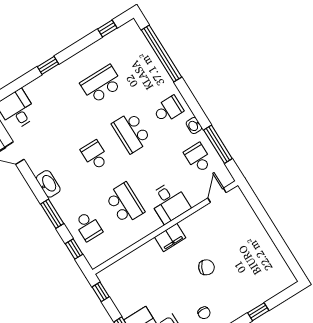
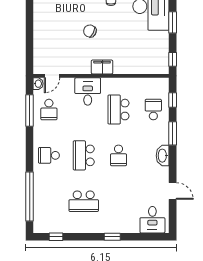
washbasin: (194, 126) -> (38, 84), moved
school desk: (131, 132) -> (84, 155), turned 180

